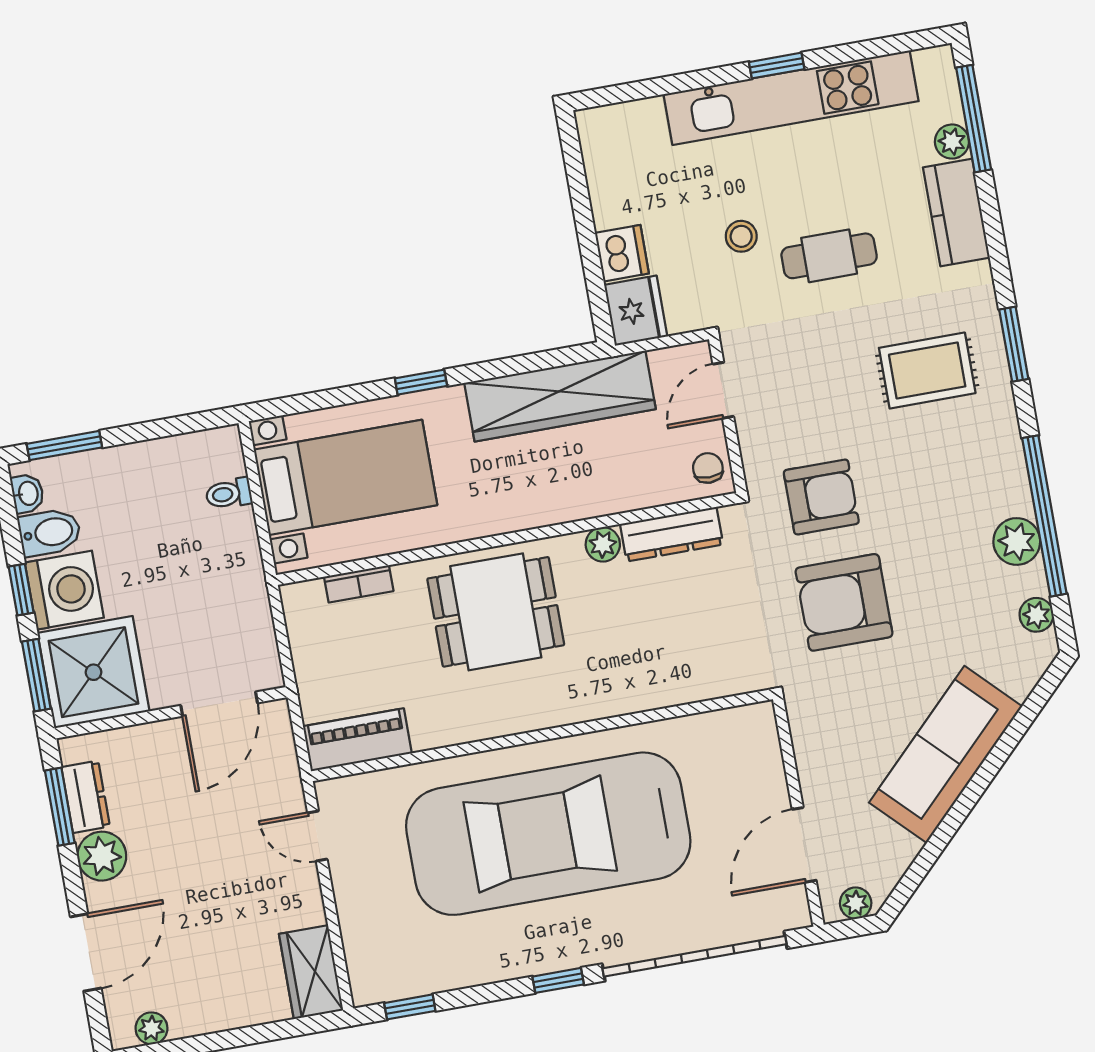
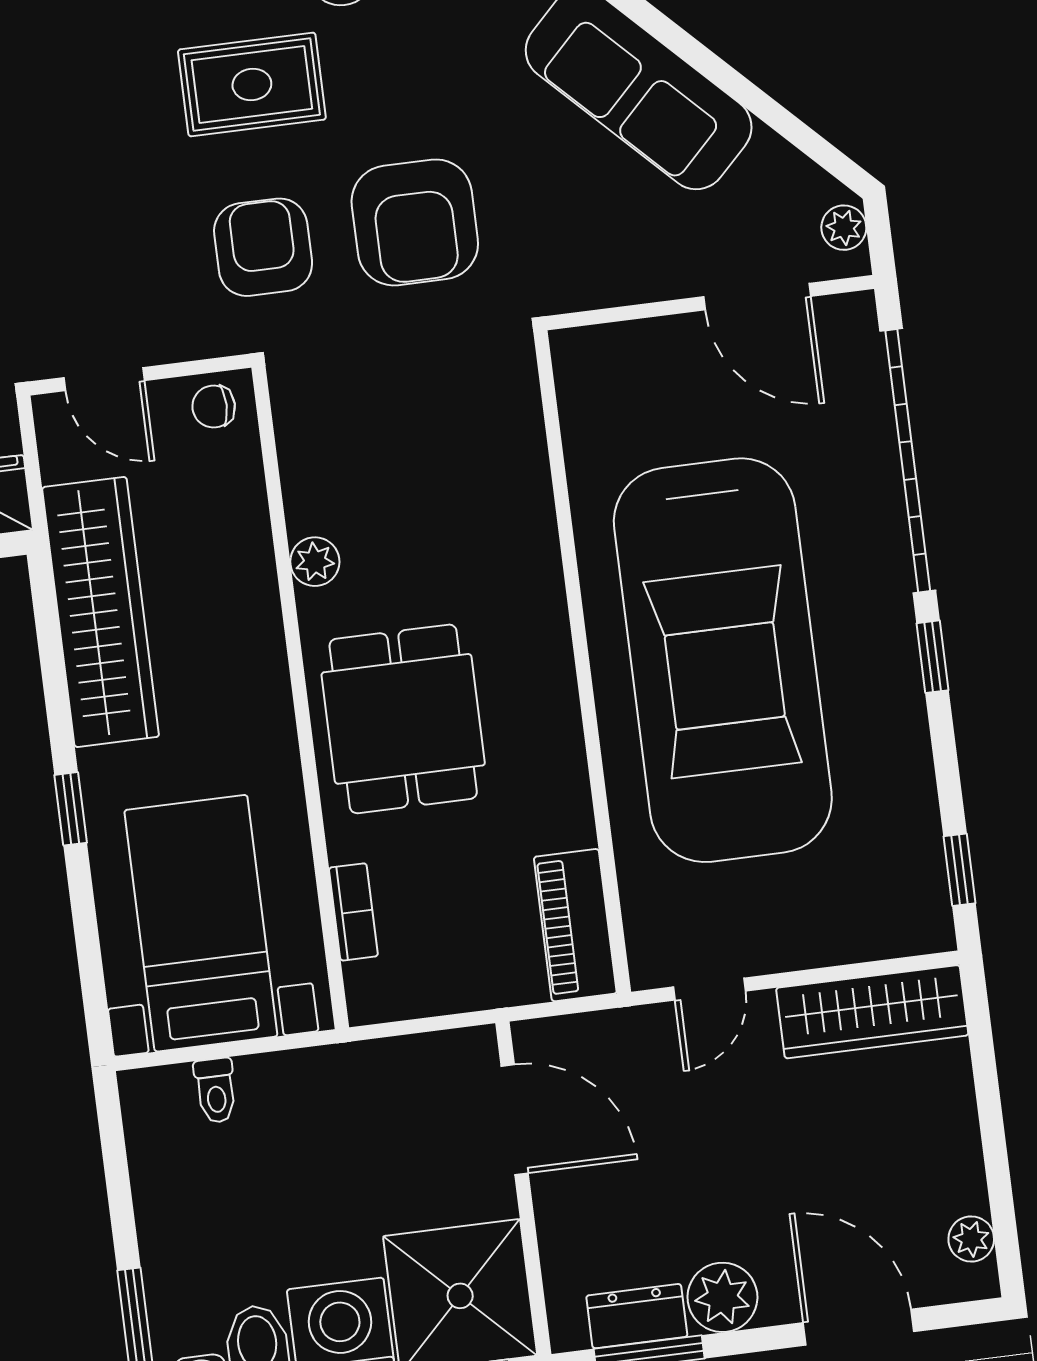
rug: (927, 371) -> (252, 84), moved, turned 90
dresser: (672, 534) -> (305, 463), removed
wardrobe: (311, 972) -> (872, 1012), width x1.50

